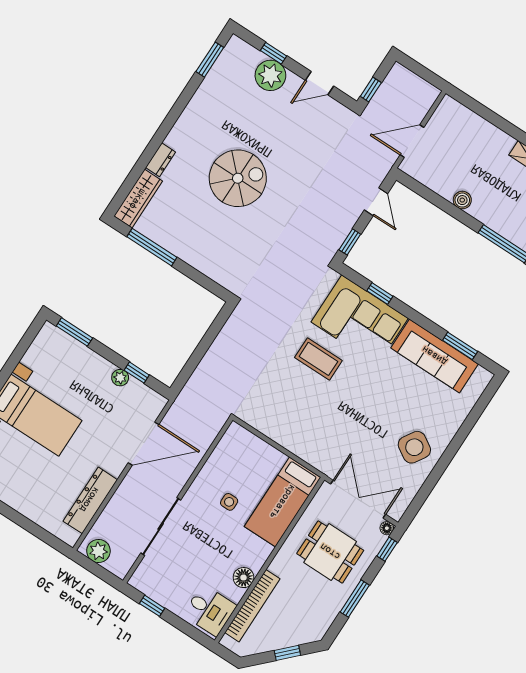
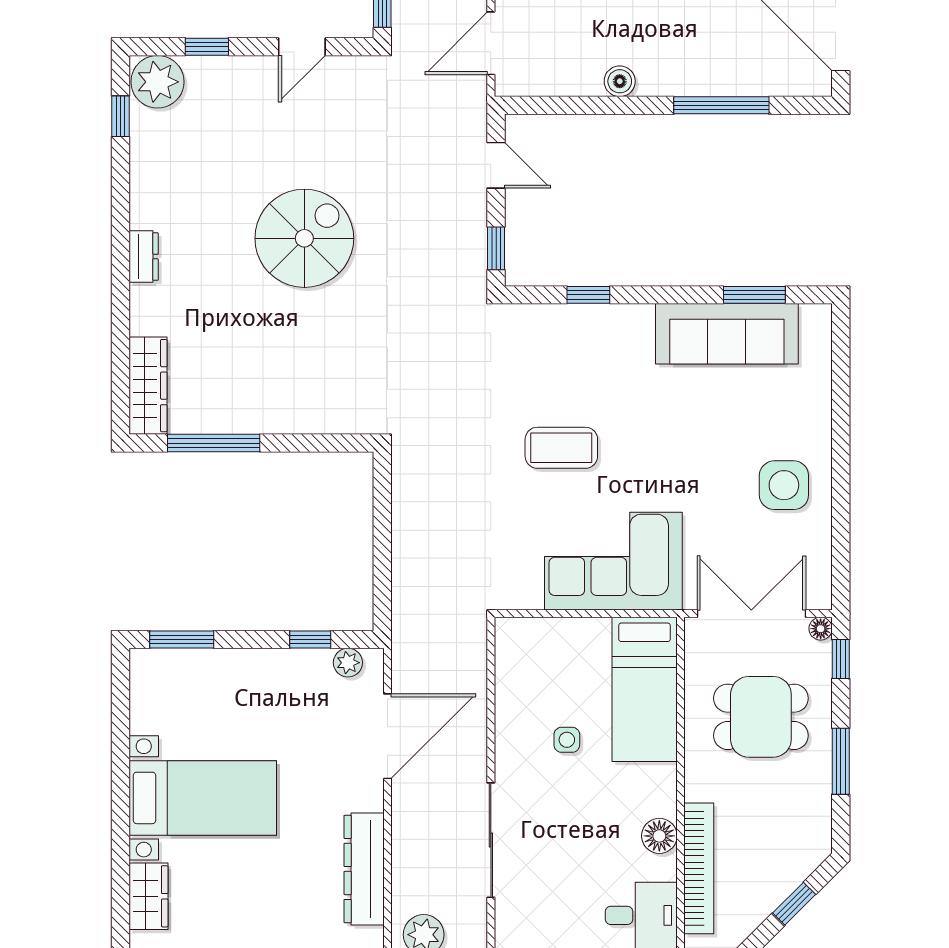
window: (210, 60) -> (120, 116), width x0.67
plant: (270, 75) -> (157, 82), moved
dresser: (160, 160) -> (144, 257), moved
spiral stairs: (238, 178) -> (304, 238), moved
corner sofa: (360, 320) -> (613, 561), moved, turned 180
plant: (120, 378) -> (348, 663), moved
side table: (414, 447) -> (784, 485), turned -32

